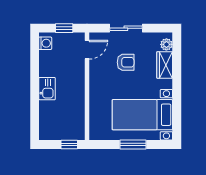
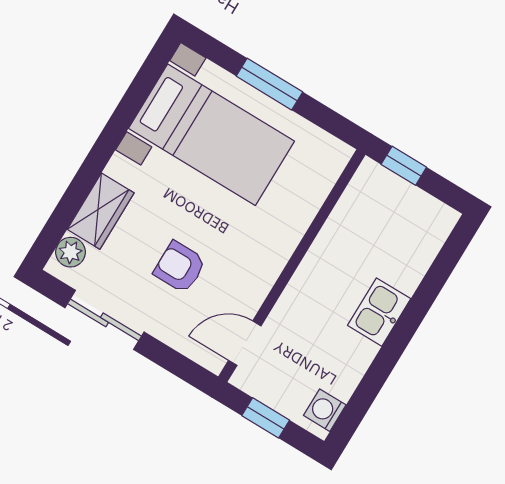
sliding door: (126, 28) -> (104, 320), moved

